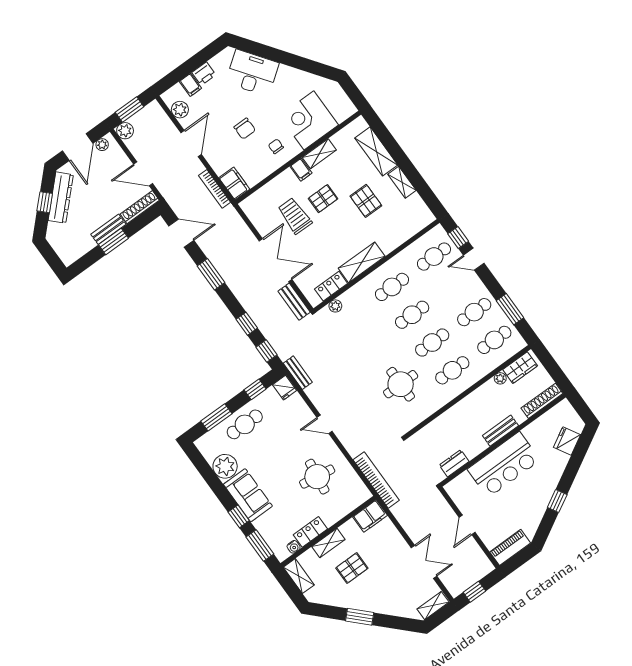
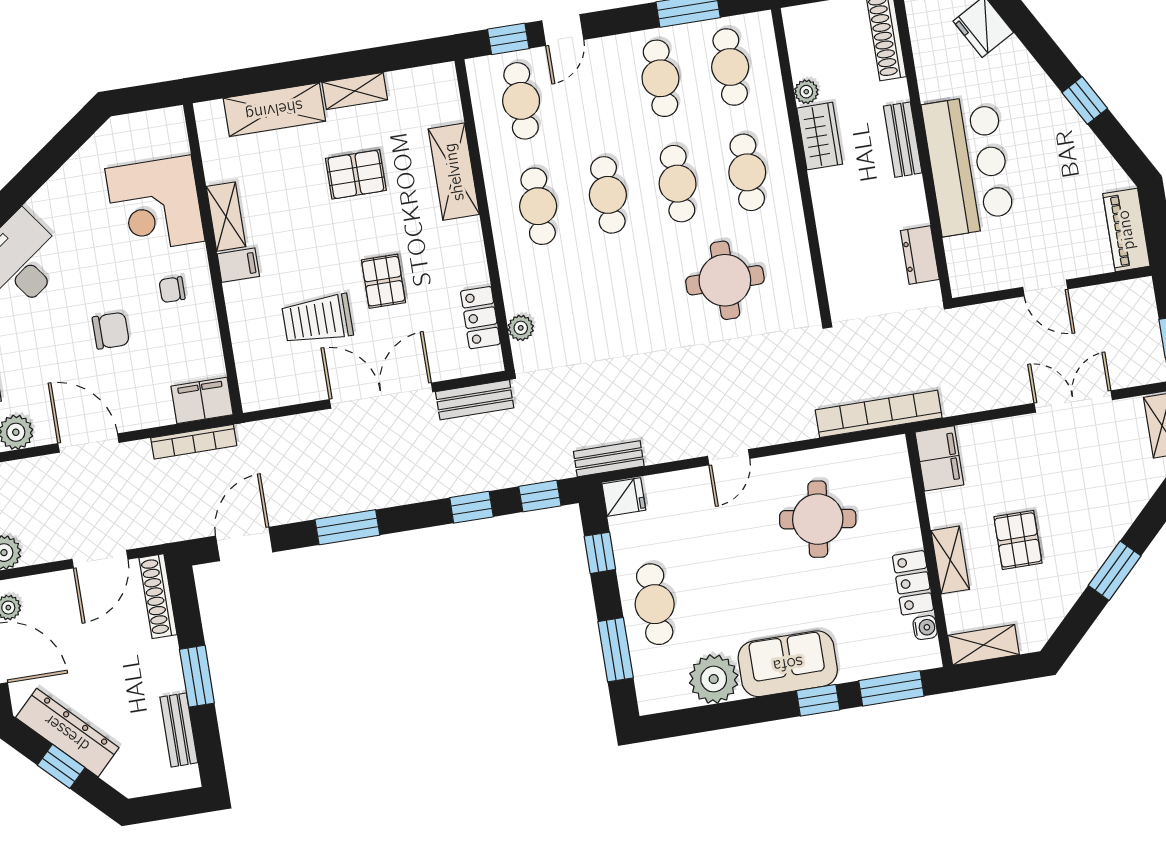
pallet: (323, 199) -> (383, 281), moved
bench: (108, 229) -> (179, 730), moved
shelving: (362, 262) -> (454, 172), moved
wardrobe: (520, 368) -> (820, 136), moved

